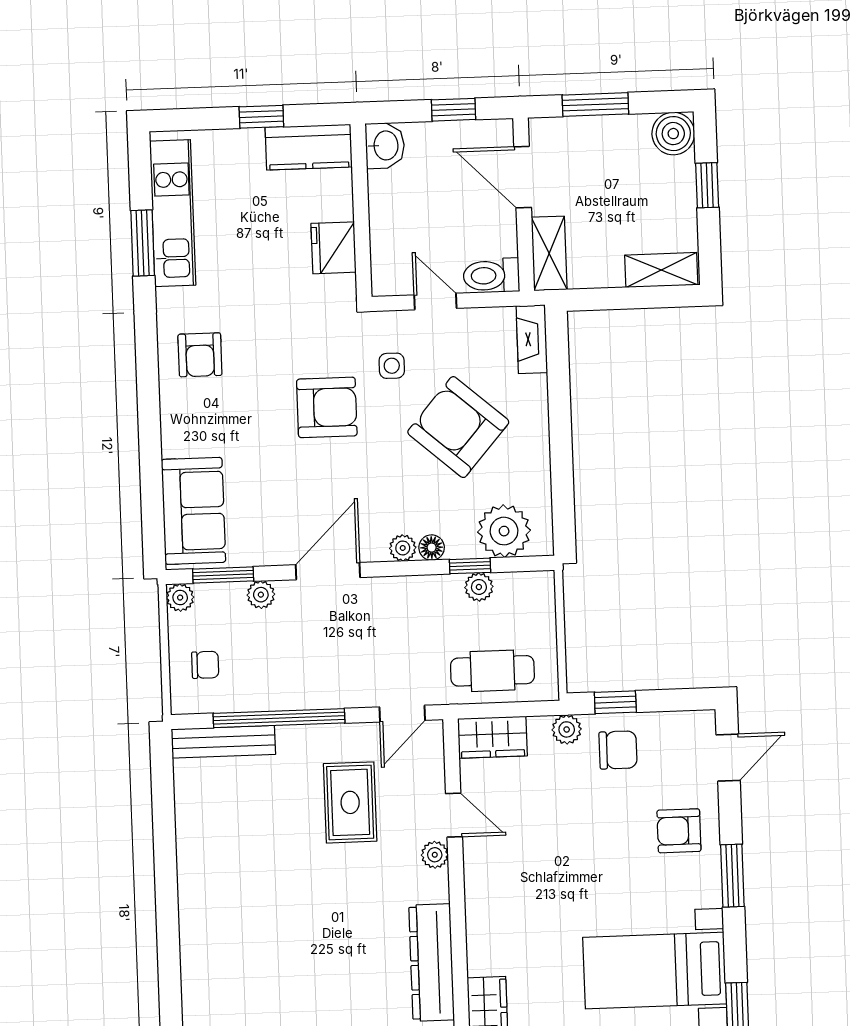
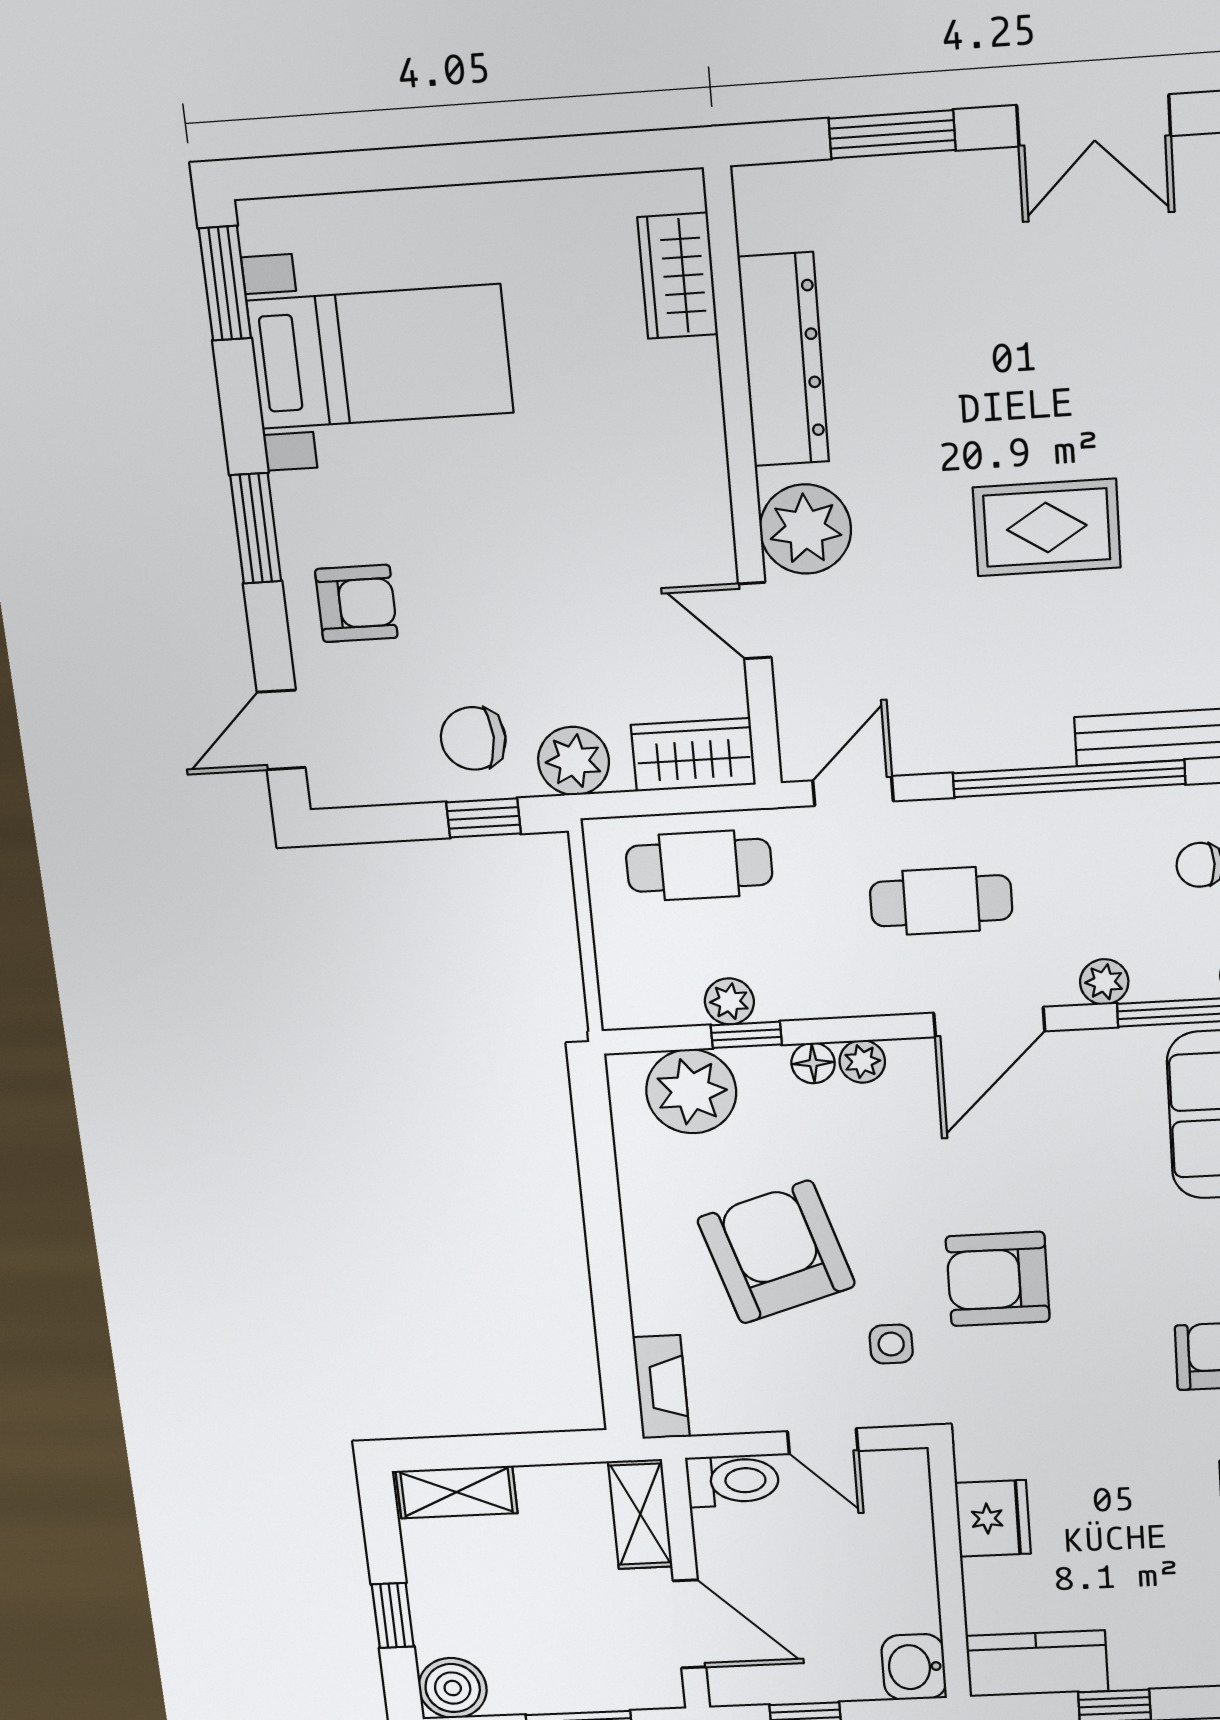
armchair: (458, 427) -> (776, 1252), turned -148
cafe table: (354, 646) -> (941, 901), added
plant: (567, 729) -> (574, 761), width x1.38, depth x1.38
rug: (350, 802) -> (1047, 527), moved, turned 90
plant: (435, 855) -> (805, 529), width x1.87, depth x1.87

